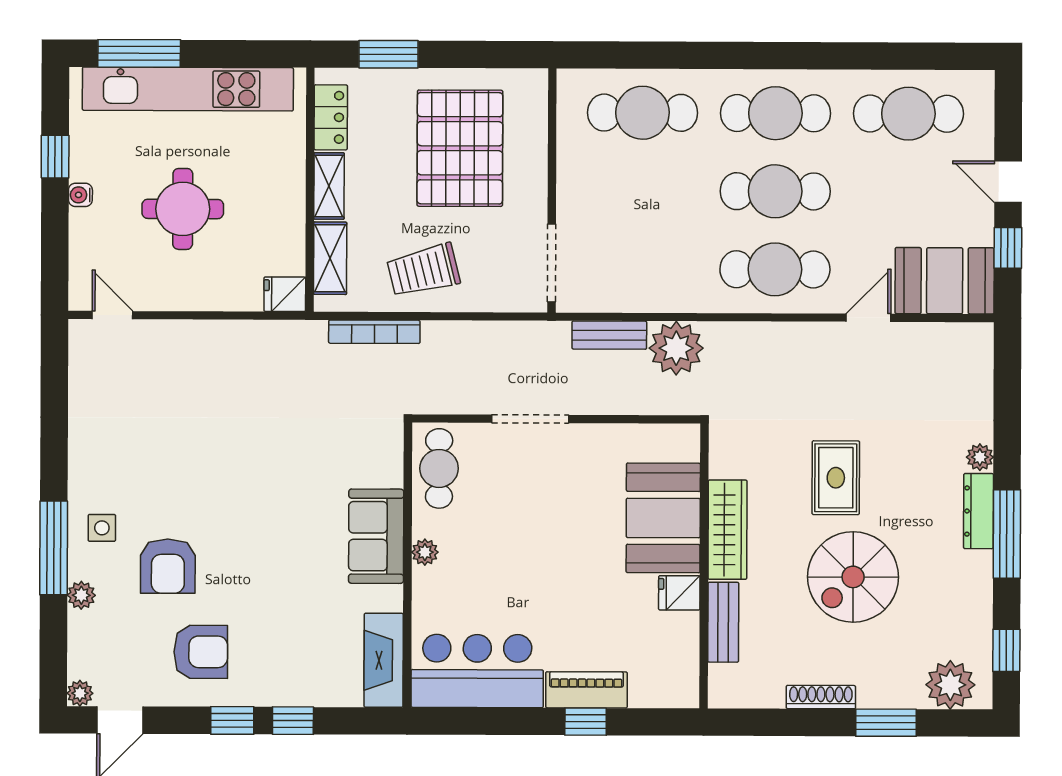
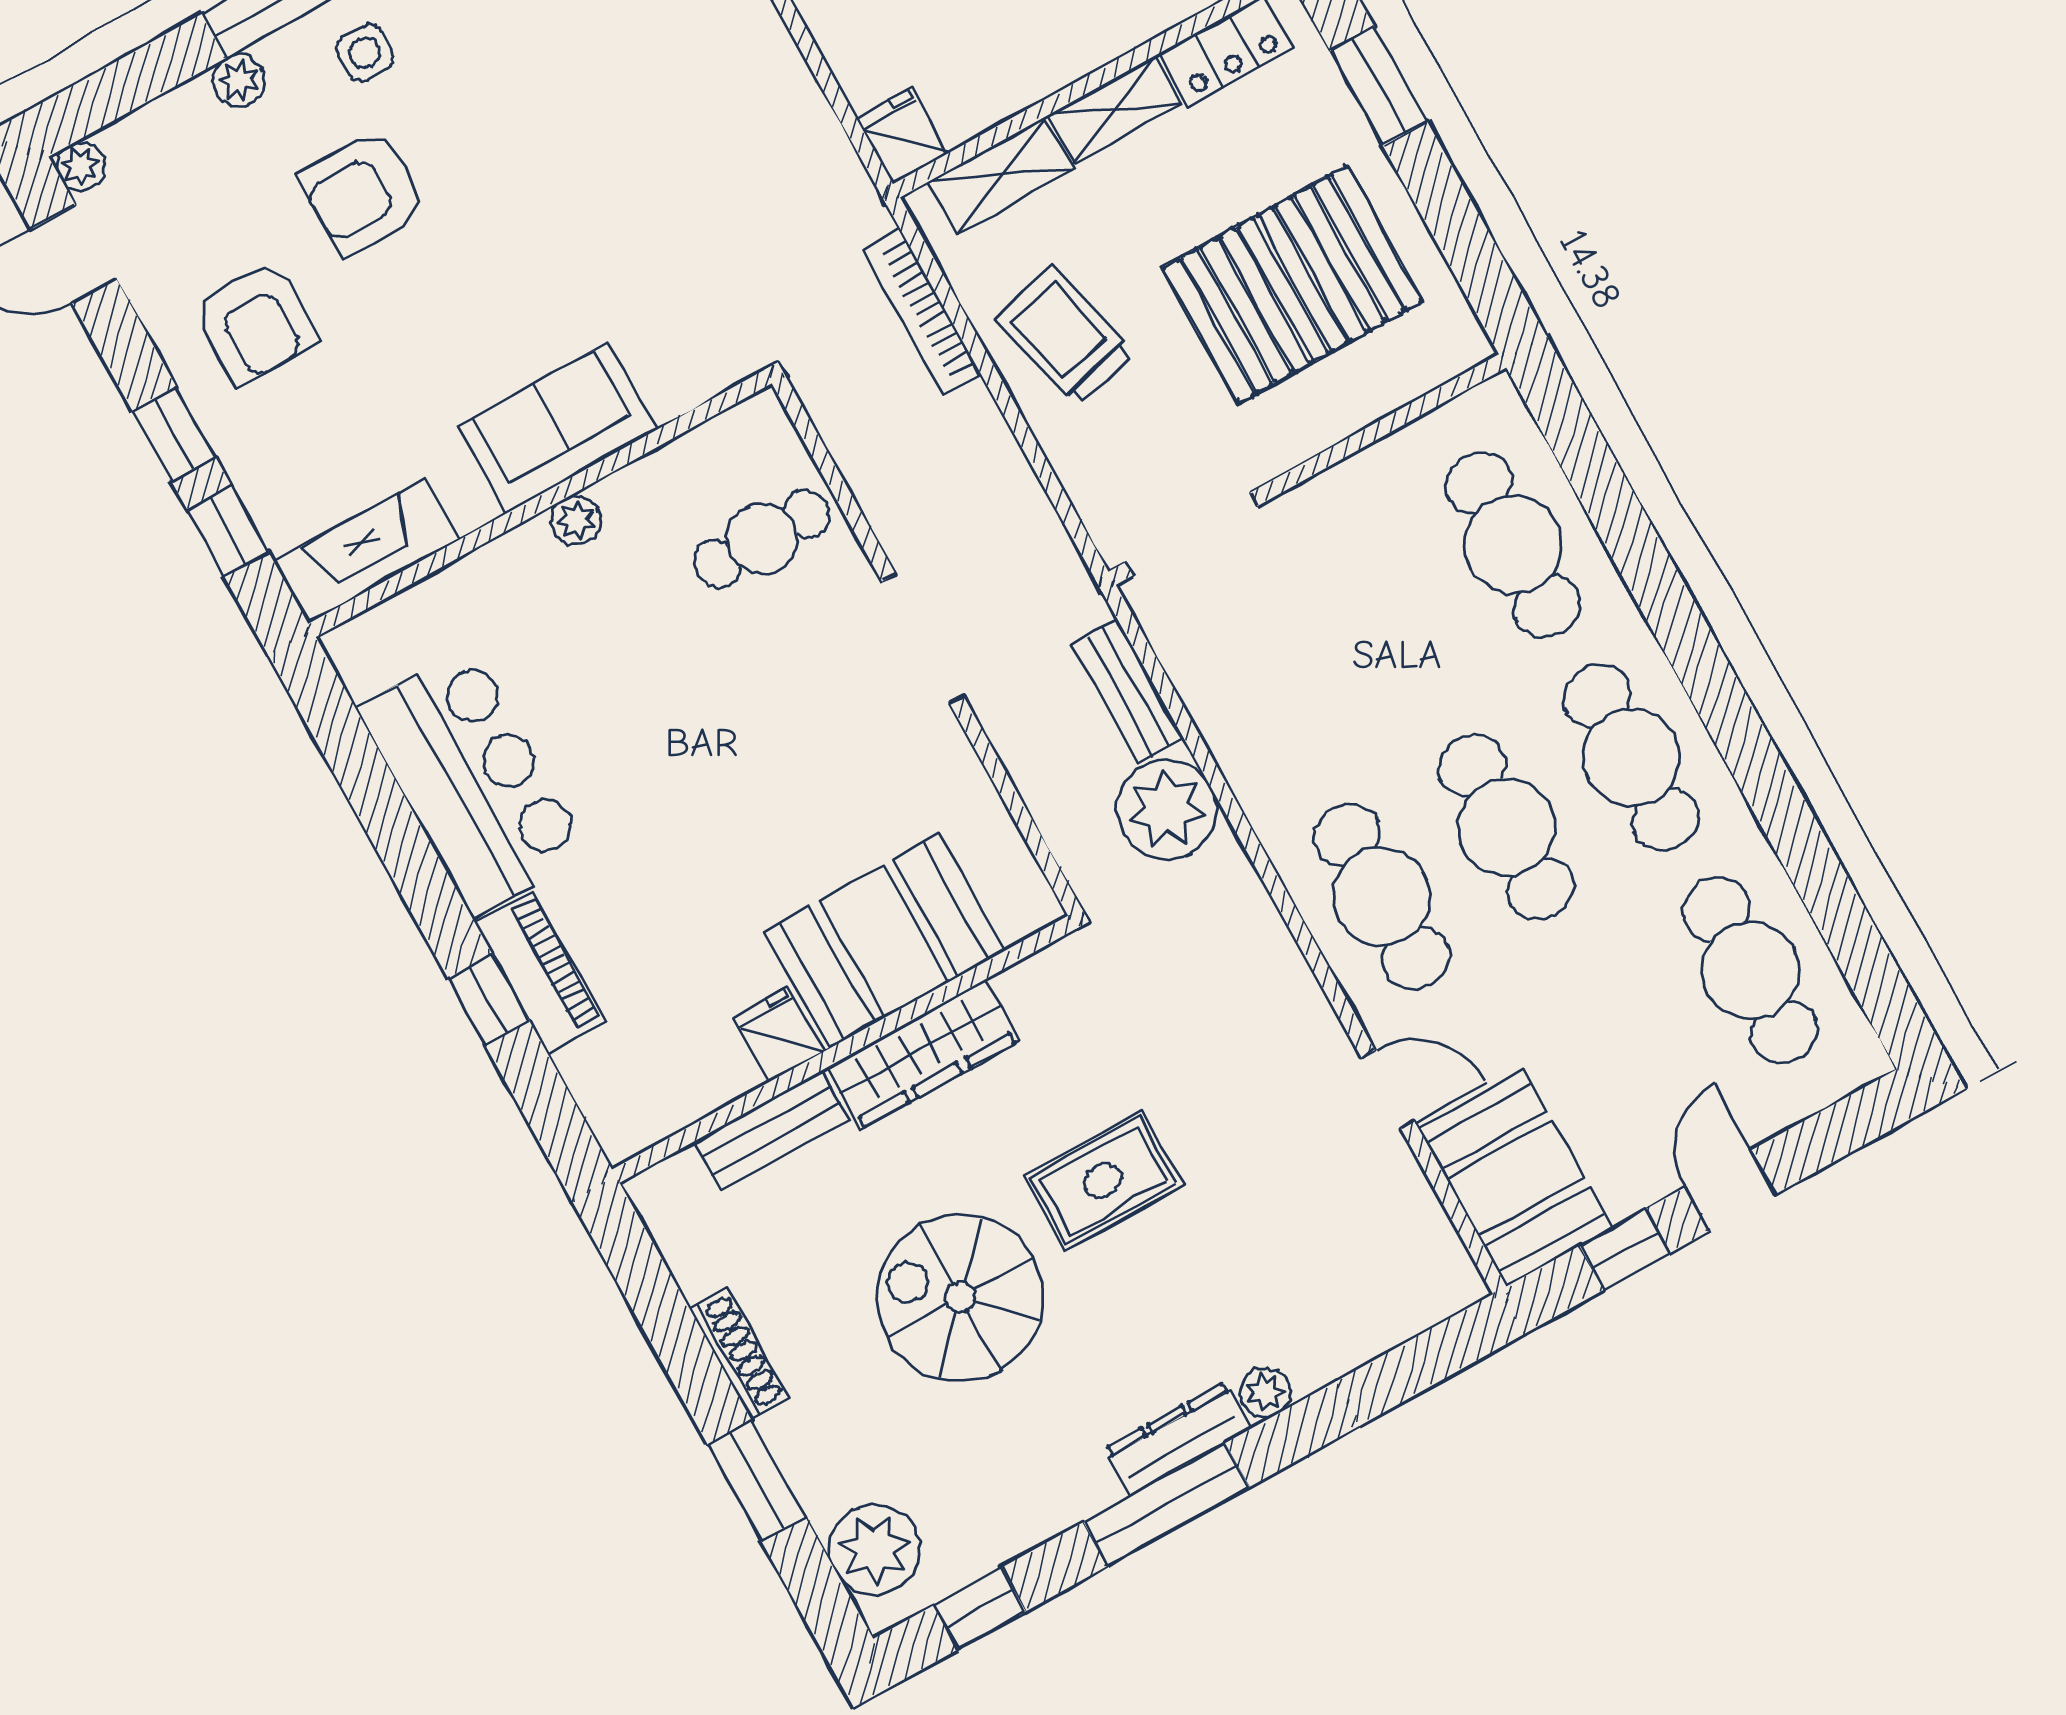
sofa: (376, 536) -> (558, 428), moved
plant: (425, 552) -> (576, 520), moved
wall: (407, 565) -> (540, 504), moved
fireplace: (384, 660) -> (366, 551), moved

